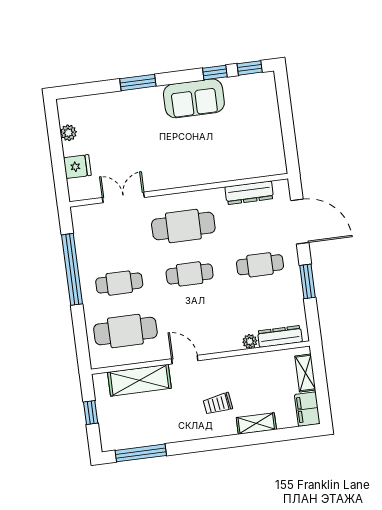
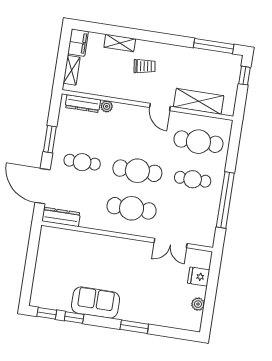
dresser: (249, 193) -> (61, 217), moved
cafe table: (190, 274) -> (137, 171), width x1.37, depth x1.35
window: (91, 413) -> (245, 76), moved

